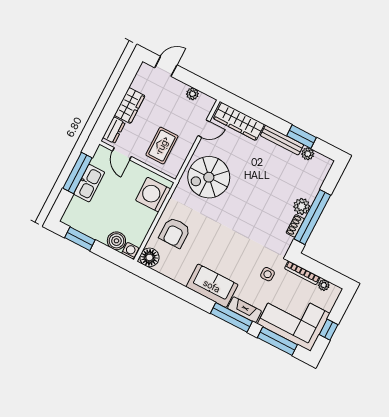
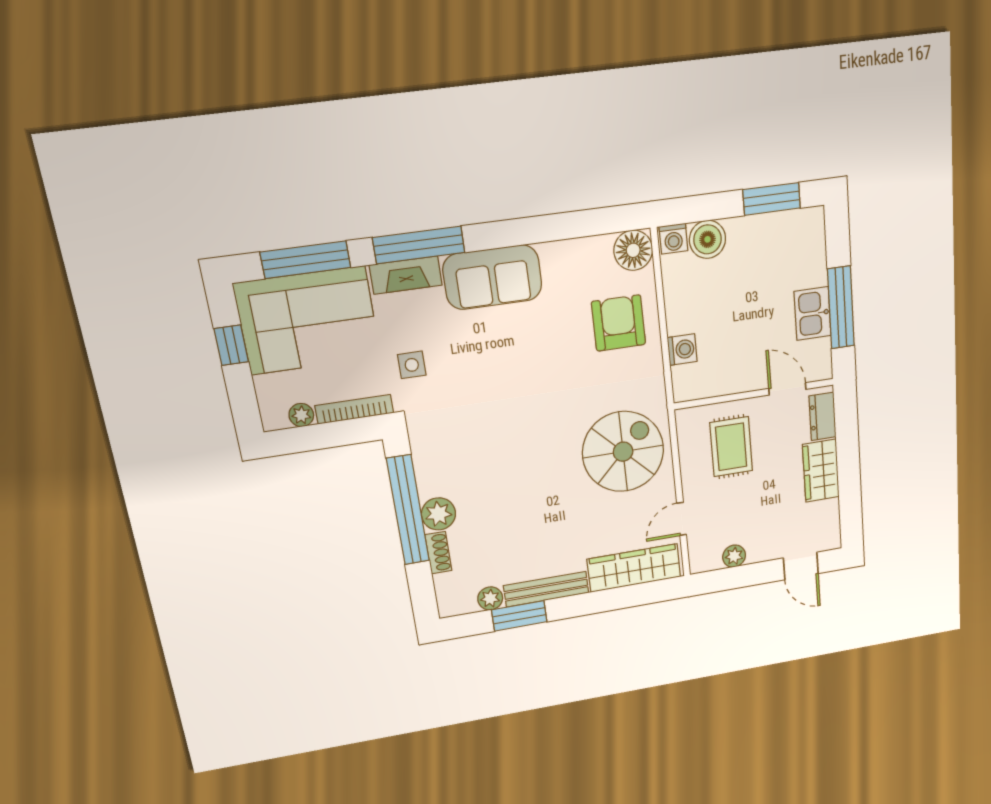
door: (166, 66) -> (801, 566), hinge flipped
kitchen sink: (89, 183) -> (813, 314), width x0.73
washing machine: (153, 195) -> (682, 349), width x0.53, depth x0.53
shoe rack: (295, 226) -> (438, 553), moved

